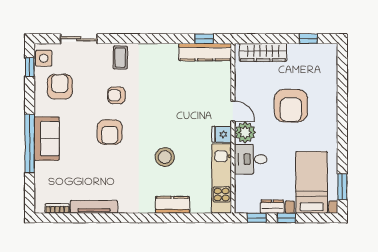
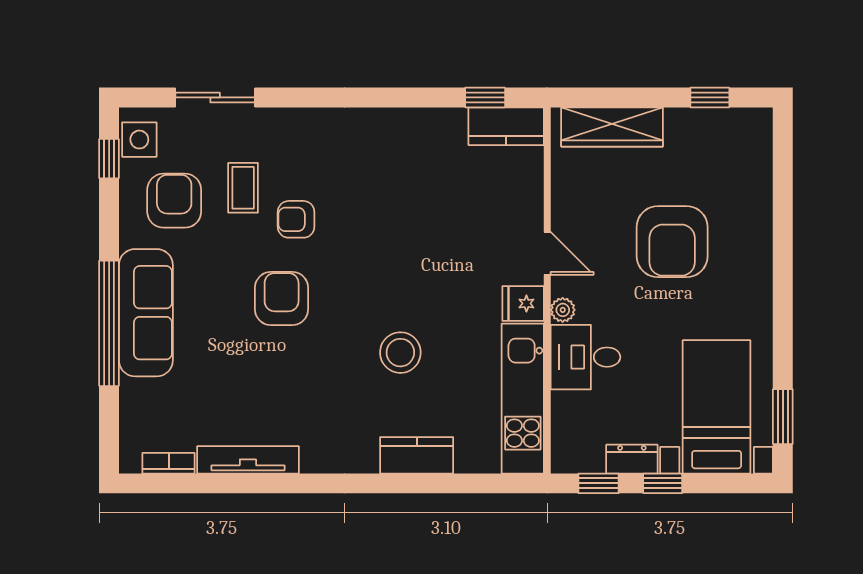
kitchen counter: (205, 52) -> (506, 126), width x0.67
coffee table: (120, 58) -> (243, 188), moved
armchair: (110, 132) -> (282, 299), turned 180
plant: (245, 132) -> (563, 310), width x0.53, depth x0.53
sofa: (47, 139) -> (146, 313), width x1.36

